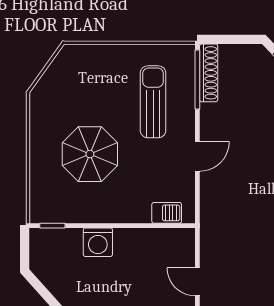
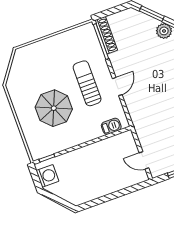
sun lounger: (153, 102) -> (87, 83), moved
washing machine: (98, 242) -> (47, 176), moved, turned -90

